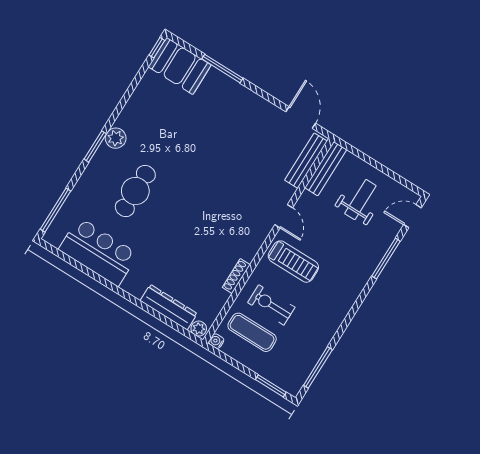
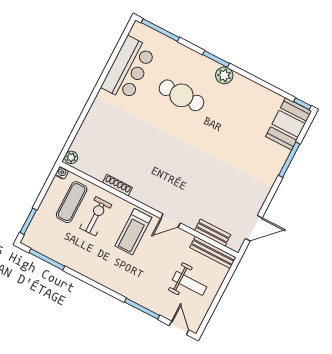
bench: (306, 161) -> (213, 233), width x0.73
dresser: (169, 307) -> (87, 131), removed

